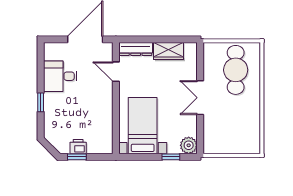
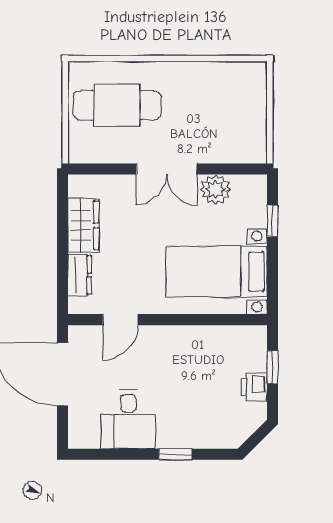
dresser: (136, 49) -> (80, 275), width x0.70
plant: (189, 145) -> (215, 189), moved
window: (77, 157) -> (272, 367), moved

